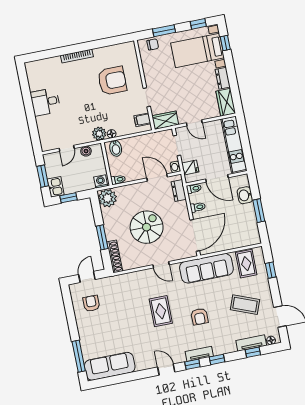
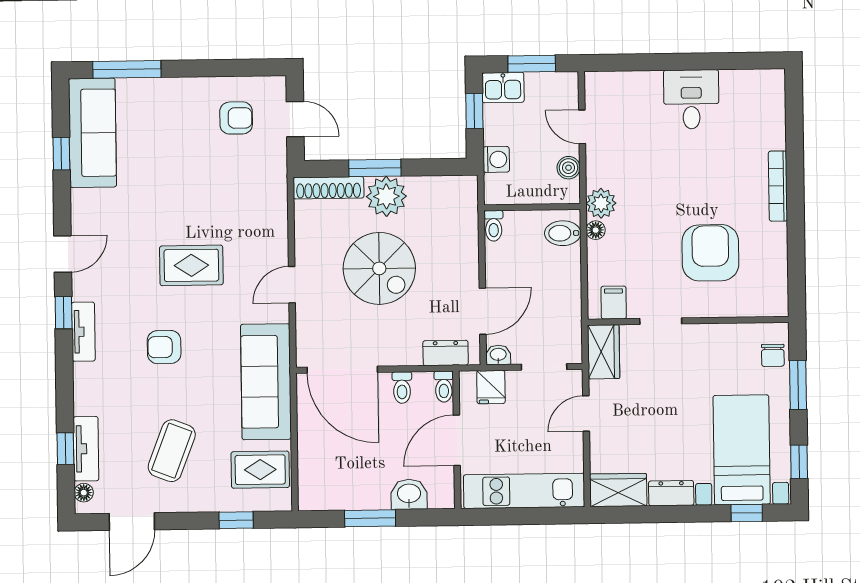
armchair: (112, 81) -> (710, 253), turned 180
washing machine: (101, 182) -> (496, 159), moved
plant: (107, 198) -> (386, 196), moved
window: (217, 359) -> (61, 154), moved

